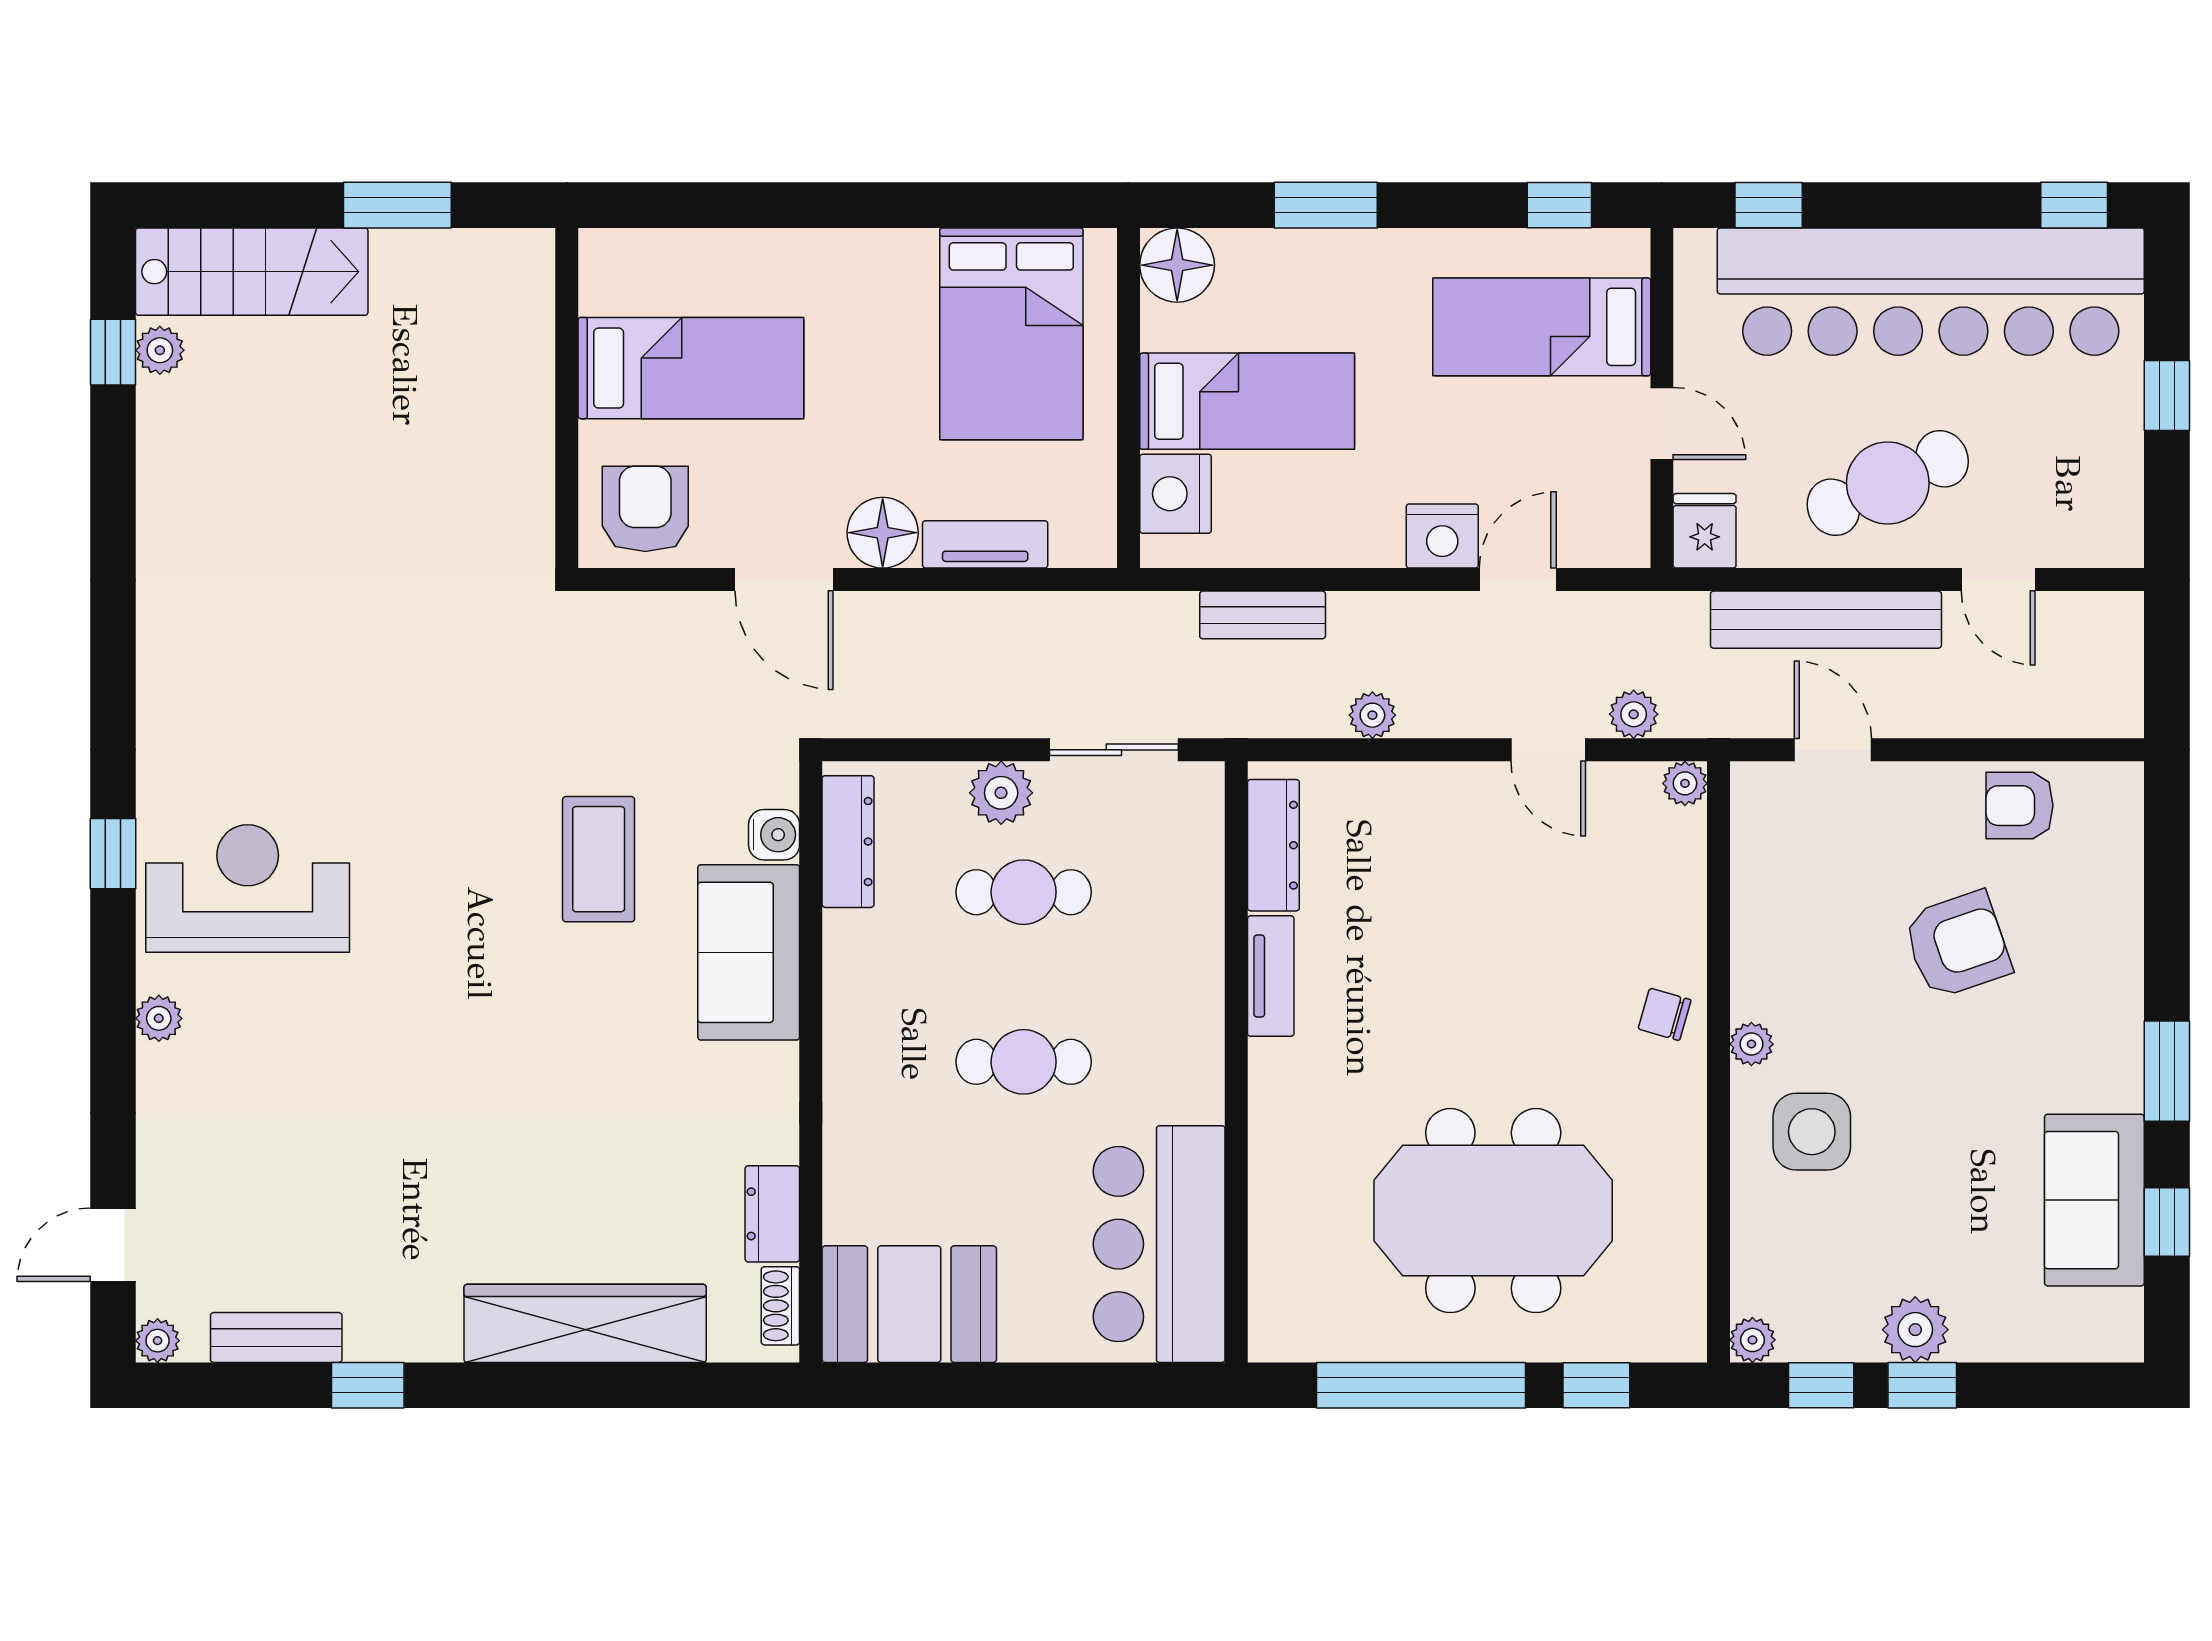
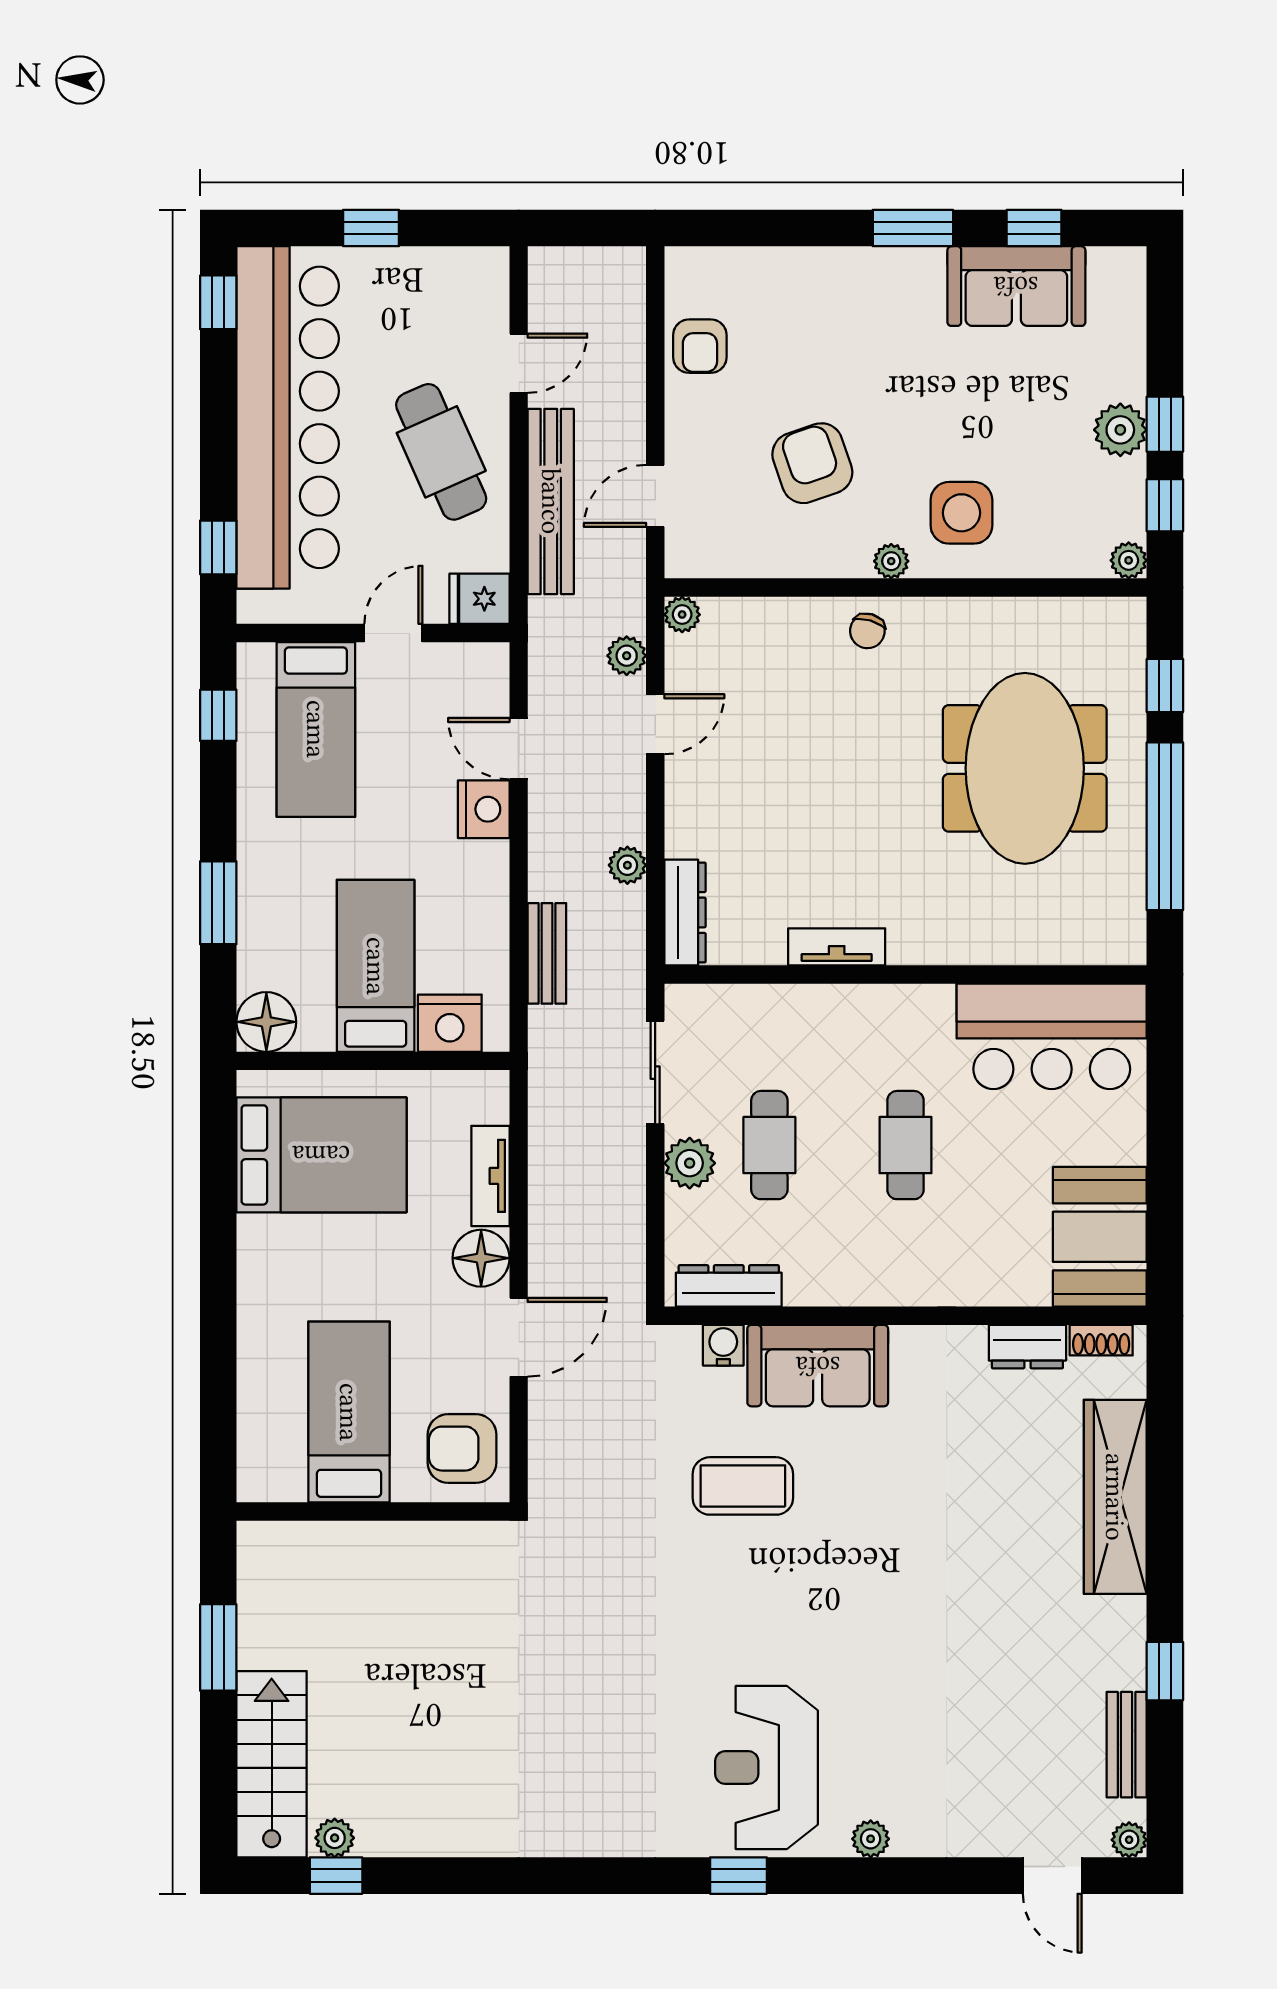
dresser: (1273, 845) -> (685, 912), moved, turned 90
armchair: (1957, 945) -> (812, 463), moved

